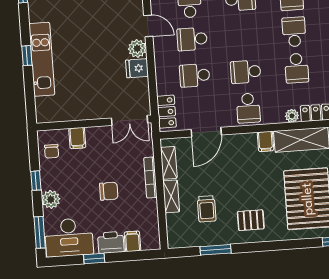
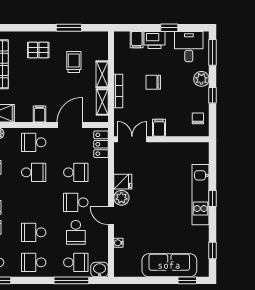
school desk: (192, 39) -> (76, 202), turned 180
school desk: (248, 108) -> (34, 142), turned -90
filing cabinet: (77, 138) -> (159, 128), moved
filing cabinet: (265, 141) -> (39, 114), moved
desk: (69, 237) -> (189, 47), width x0.73

